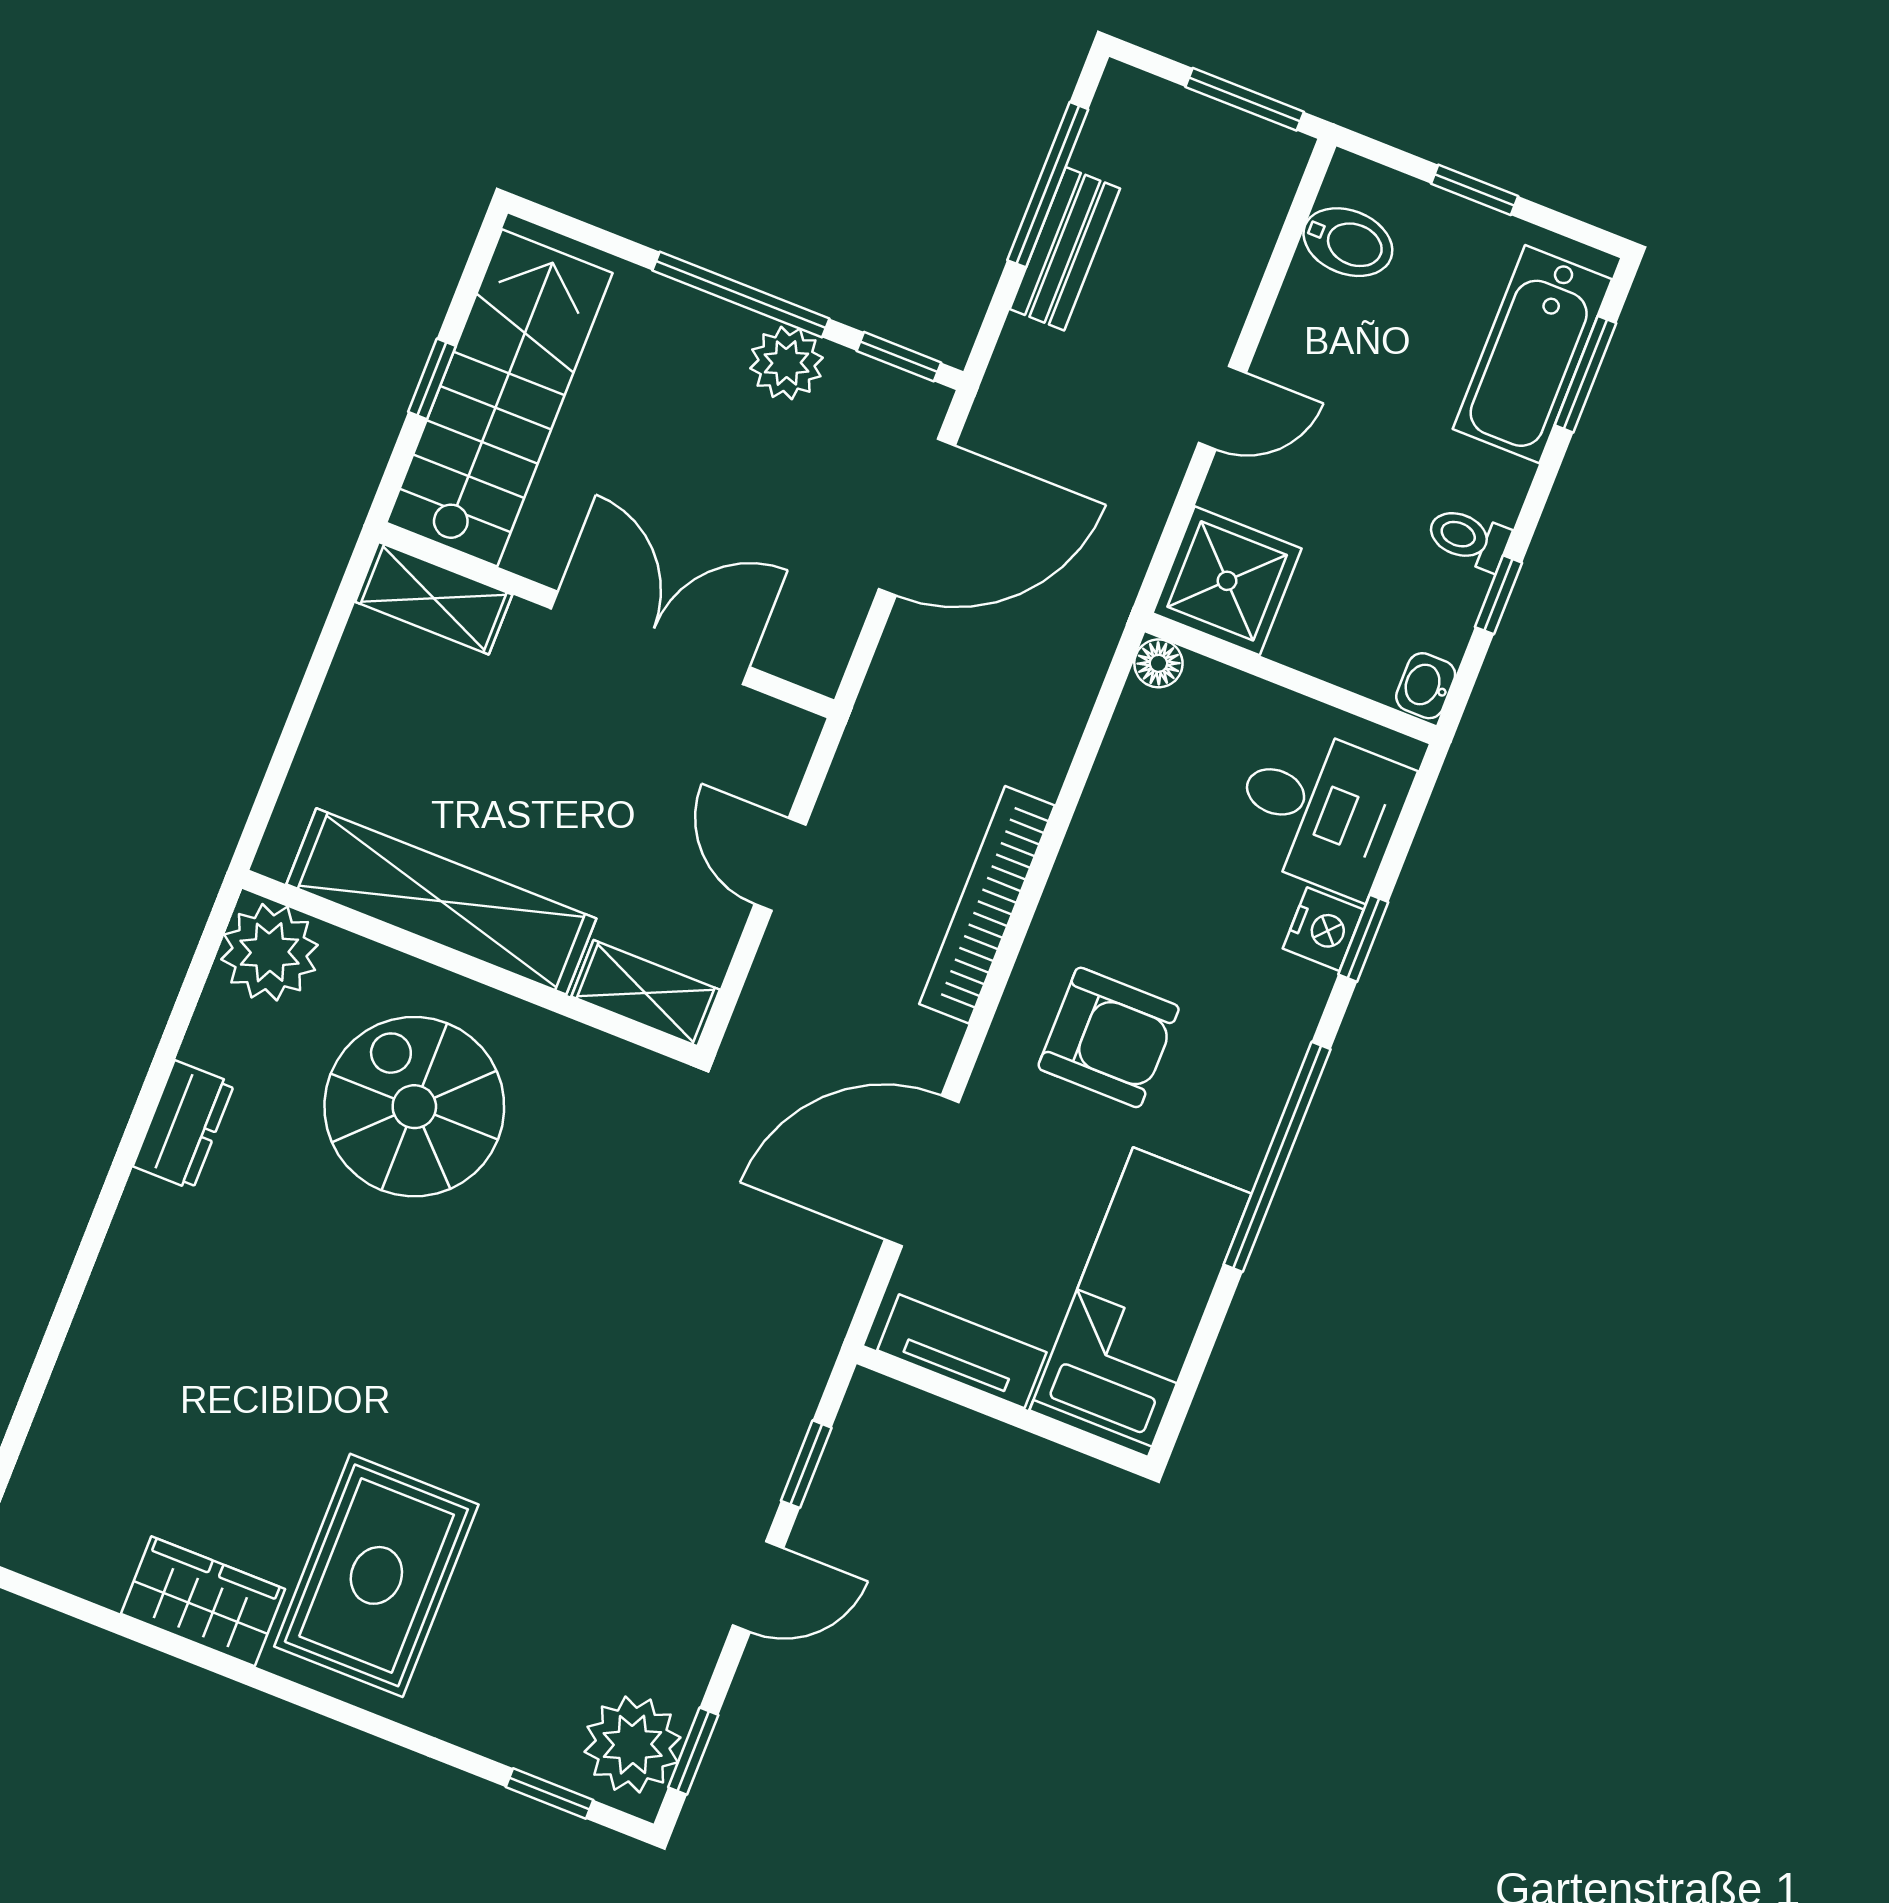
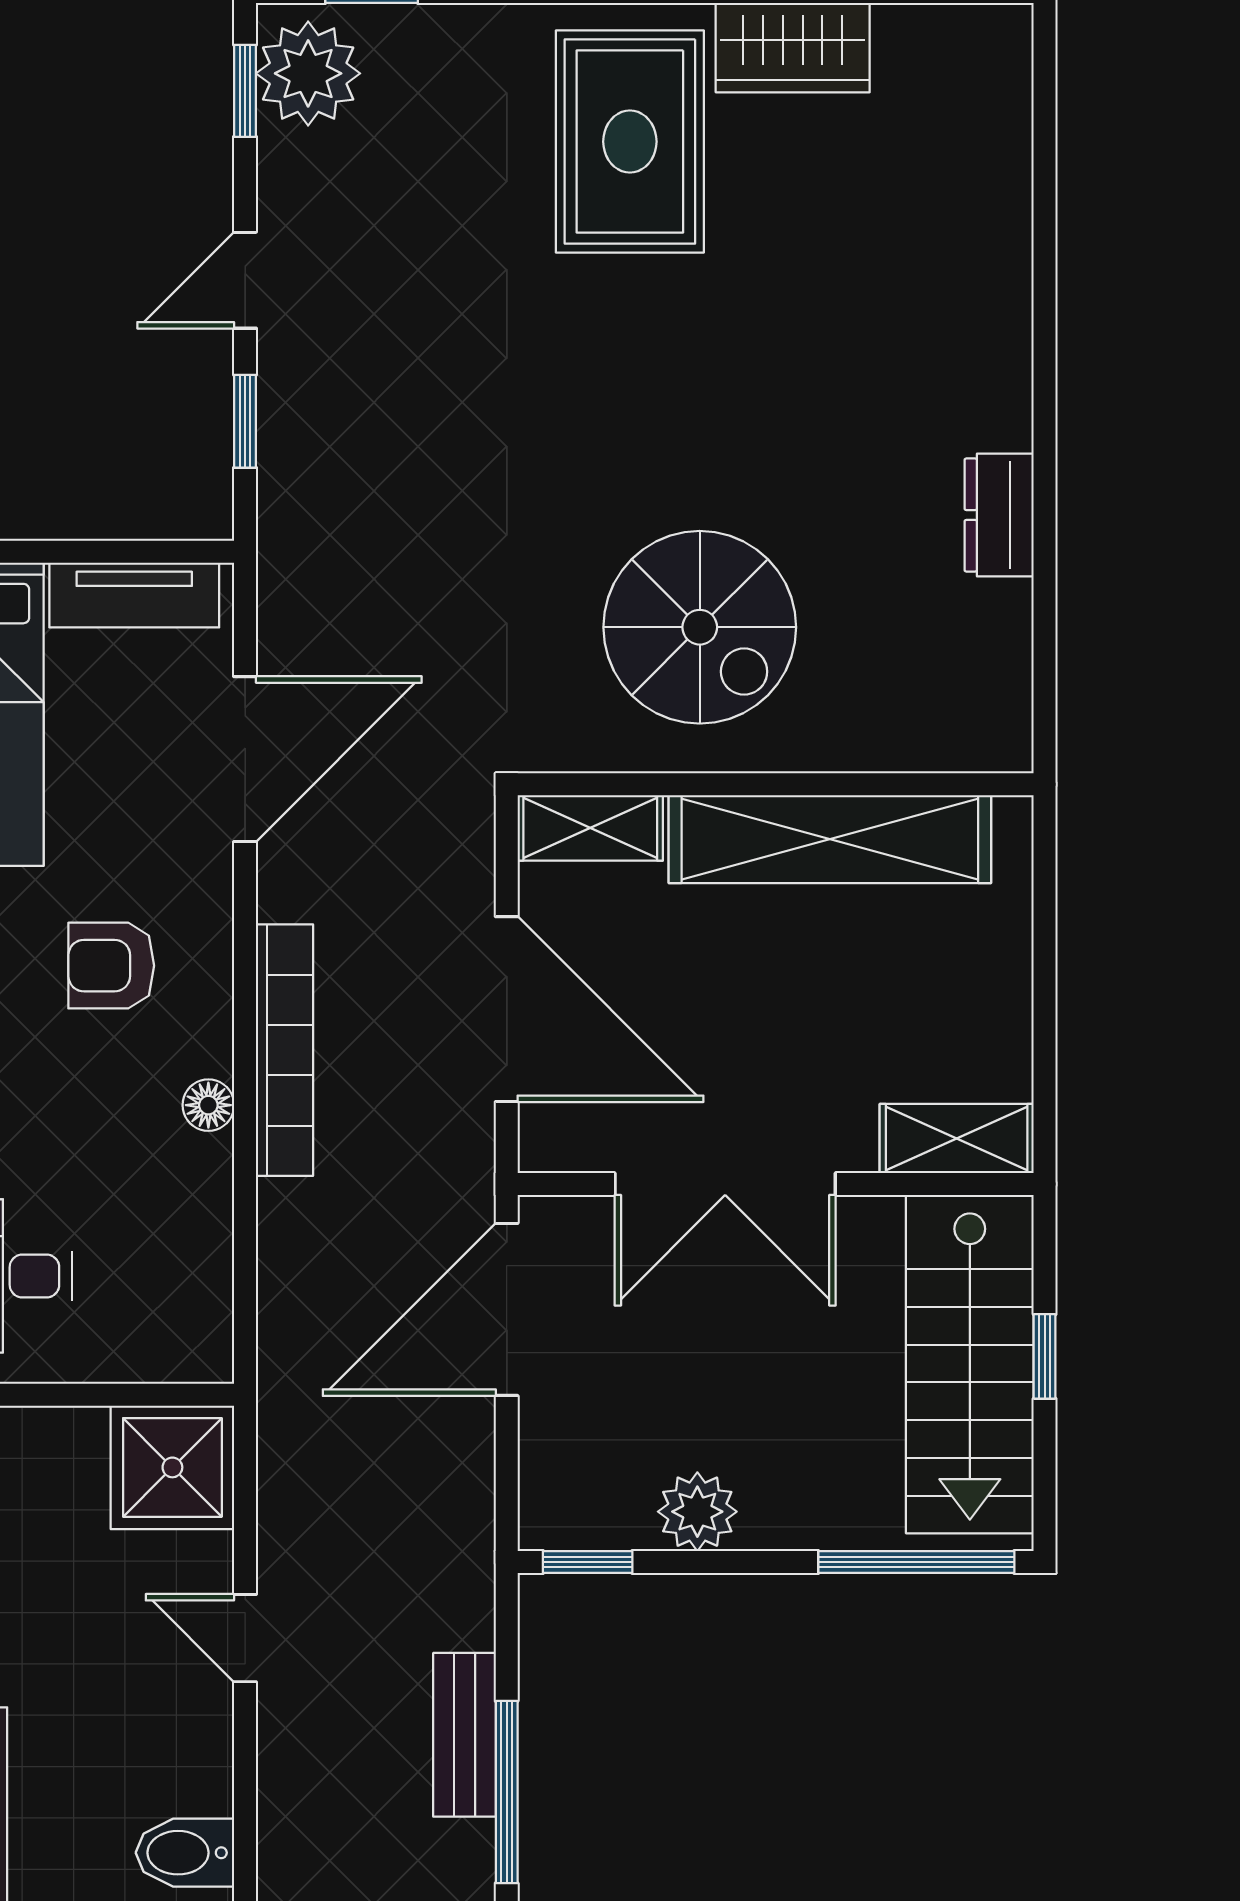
window: (741, 294) -> (916, 1562), moved
door: (1222, 408) -> (245, 1638), hinge flipped
door: (917, 517) -> (507, 1309), moved
floor lamp: (1158, 663) -> (208, 1105), moved
door: (780, 864) -> (507, 1009), width x1.87
plant: (270, 952) -> (981, 721), removed
armchair: (1109, 1037) -> (111, 966), width x0.72, depth x0.72
spiral stairs: (414, 1107) -> (700, 627), moved

